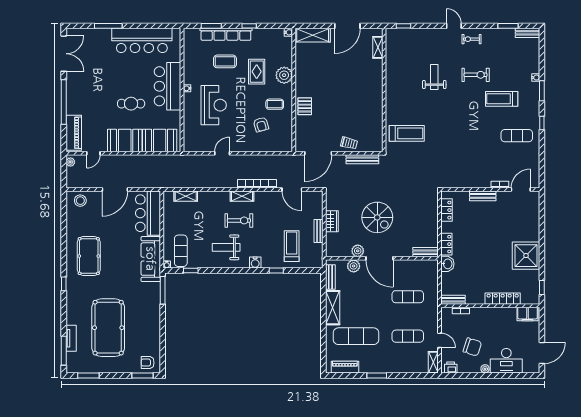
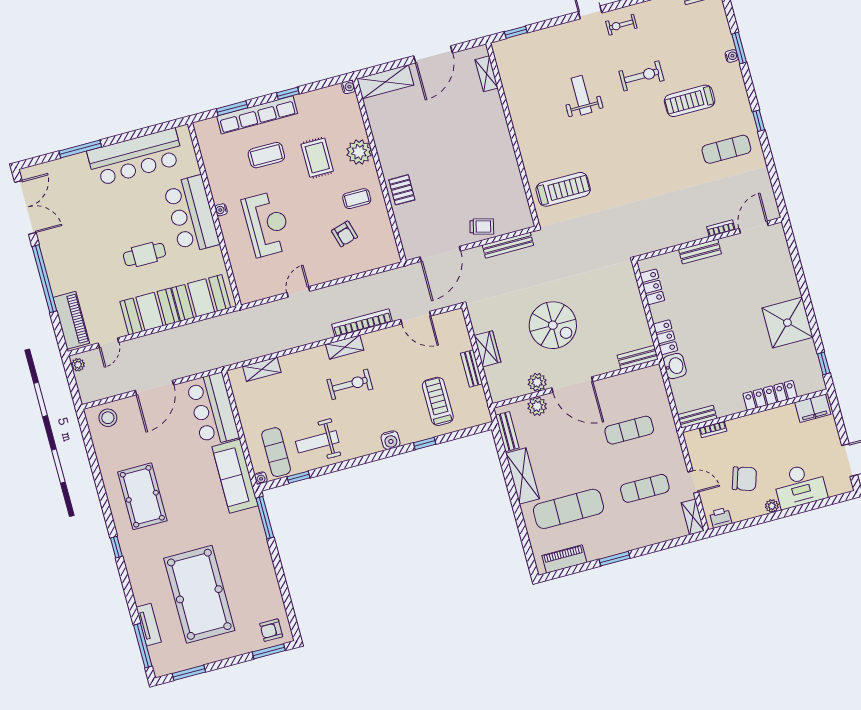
window: (542, 91) -> (739, 48), moved
weight bench: (226, 247) -> (317, 442), moved

